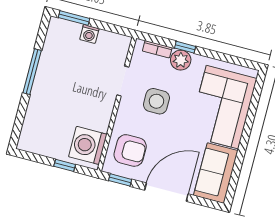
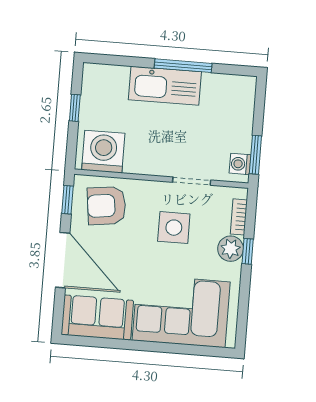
window: (74, 18) -> (255, 155), moved
washing machine: (89, 34) -> (240, 164), moved
kitchen sink: (45, 89) -> (165, 86), added
armchair: (130, 150) -> (106, 206), turned 83
window: (65, 165) -> (75, 108), moved

